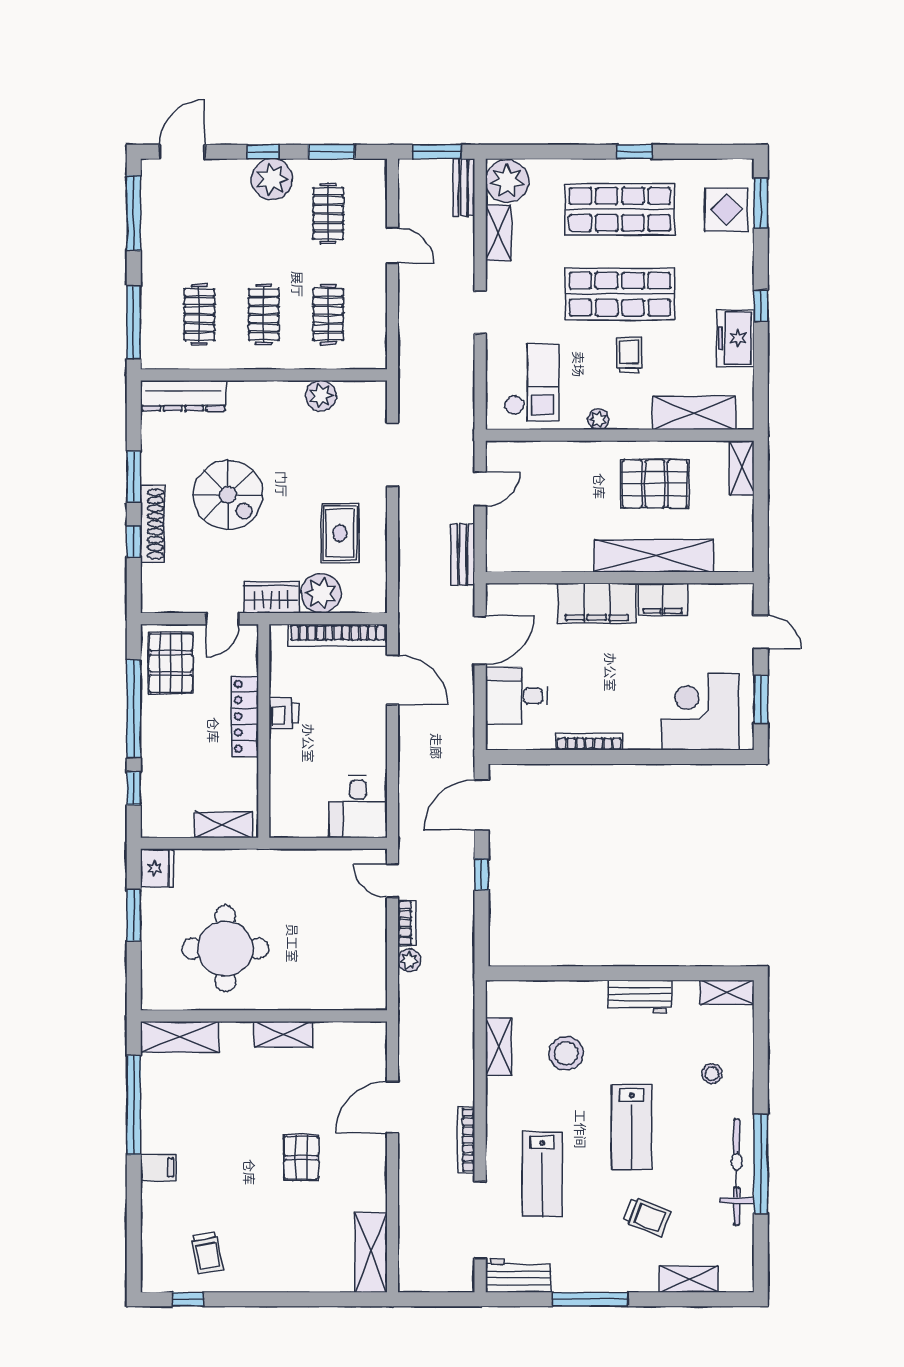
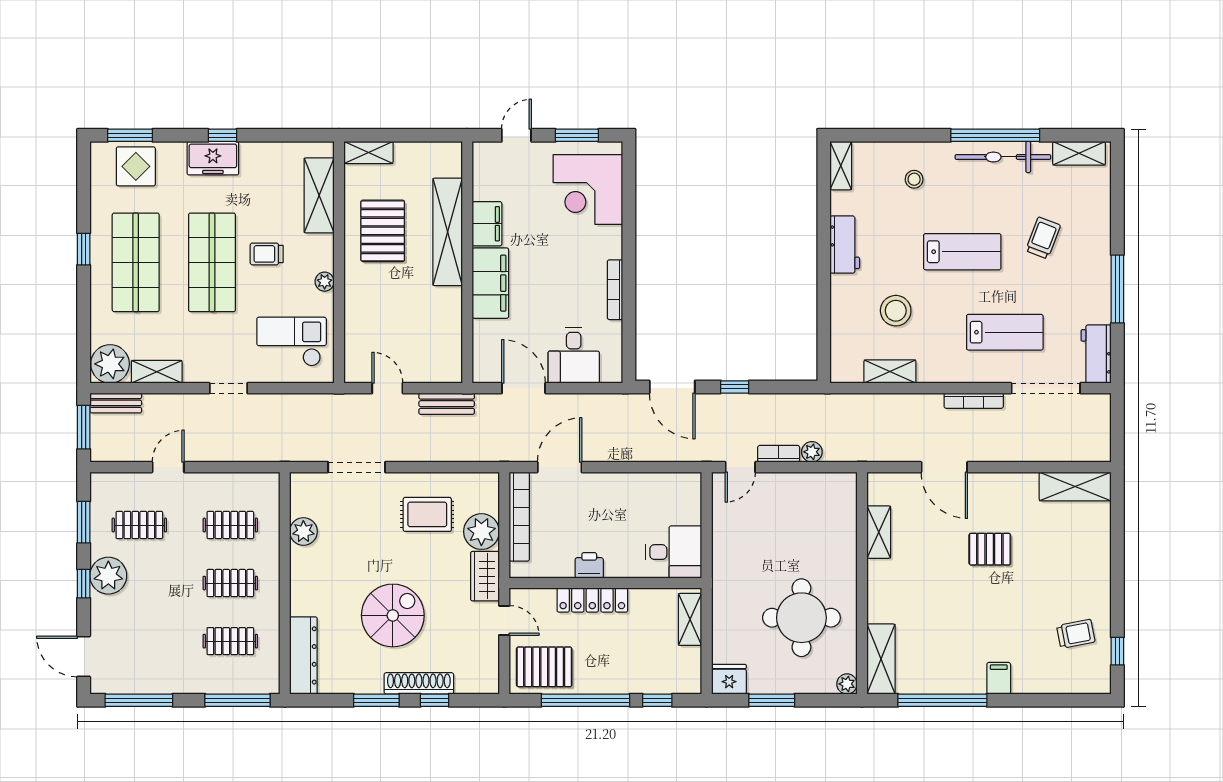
freezer: (735, 338) -> (213, 158), moved
desk: (358, 807) -> (674, 552), moved
plant: (152, 999) -> (847, 684), added
shelving: (284, 1034) -> (879, 532), moved
shelving: (689, 1279) -> (1079, 153), moved, turned 90

